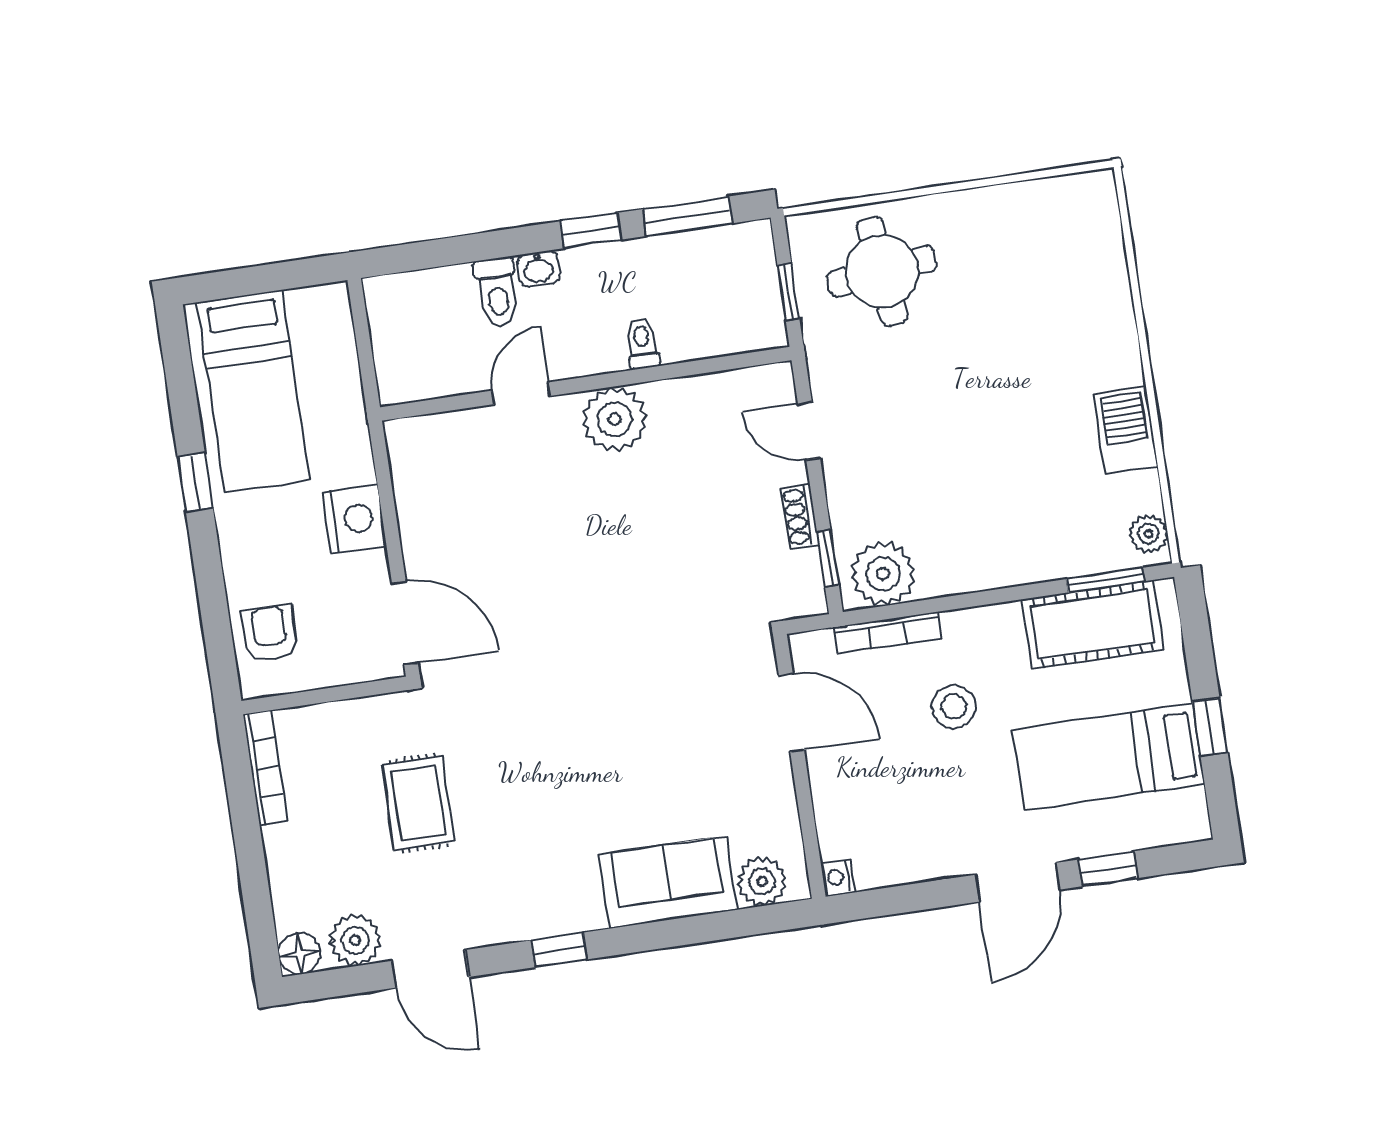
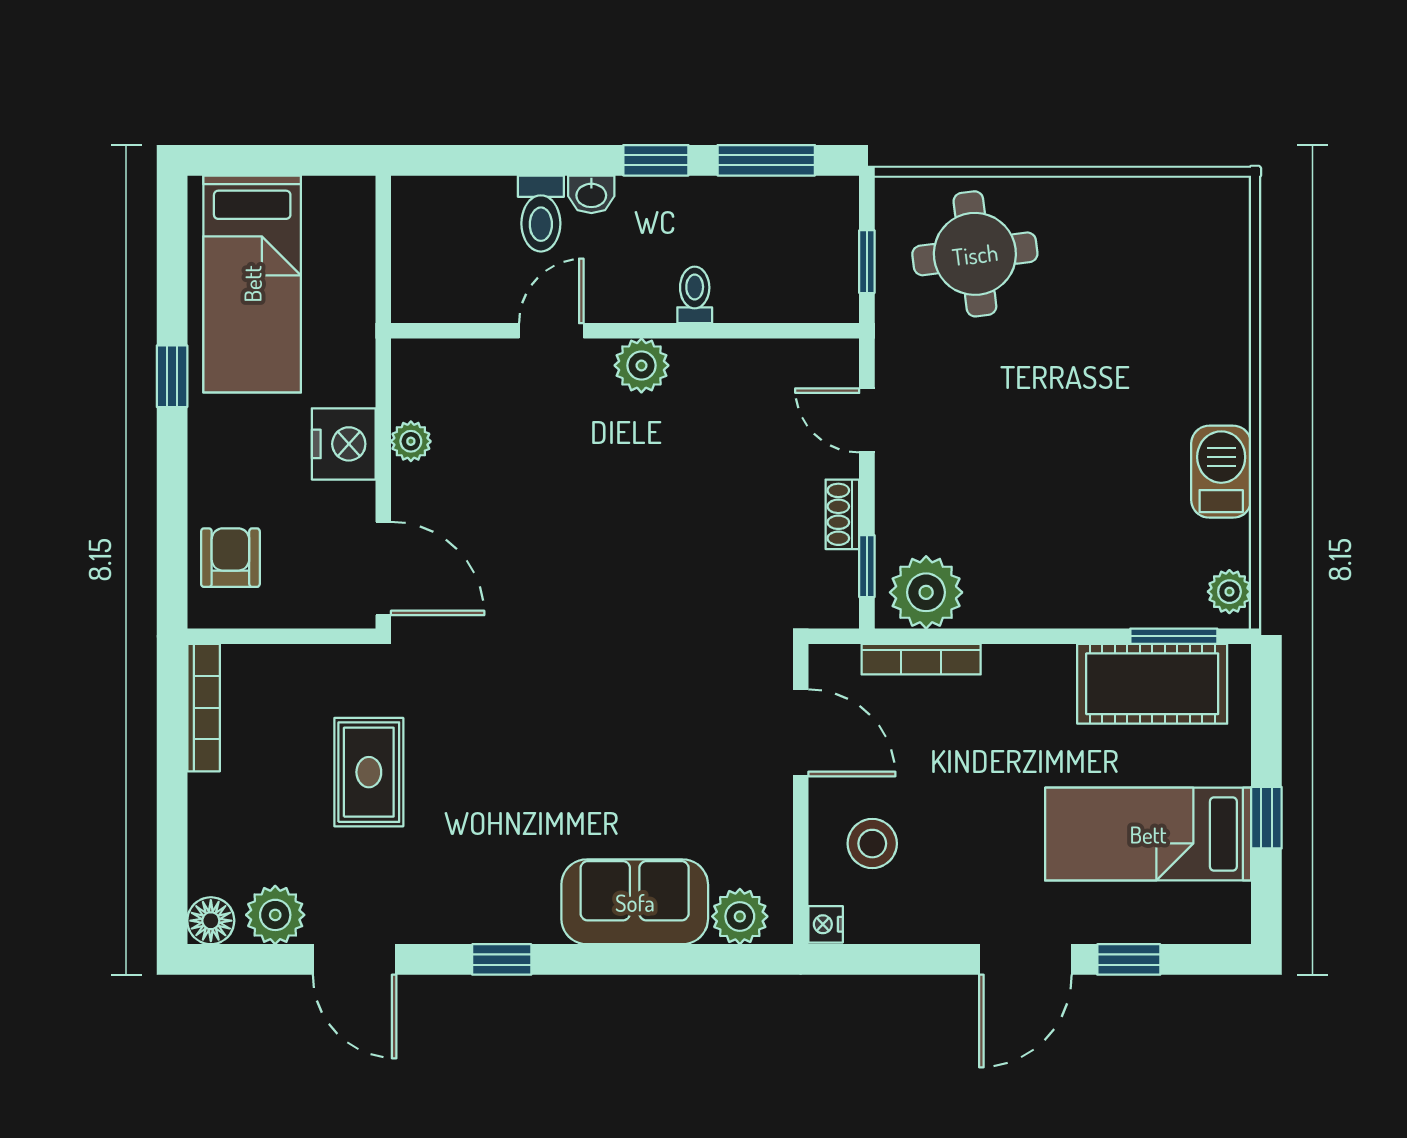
plant: (614, 419) -> (641, 365), width x0.73, depth x0.73
plant: (413, 508) -> (411, 441), added
stool: (954, 707) -> (872, 844), moved

